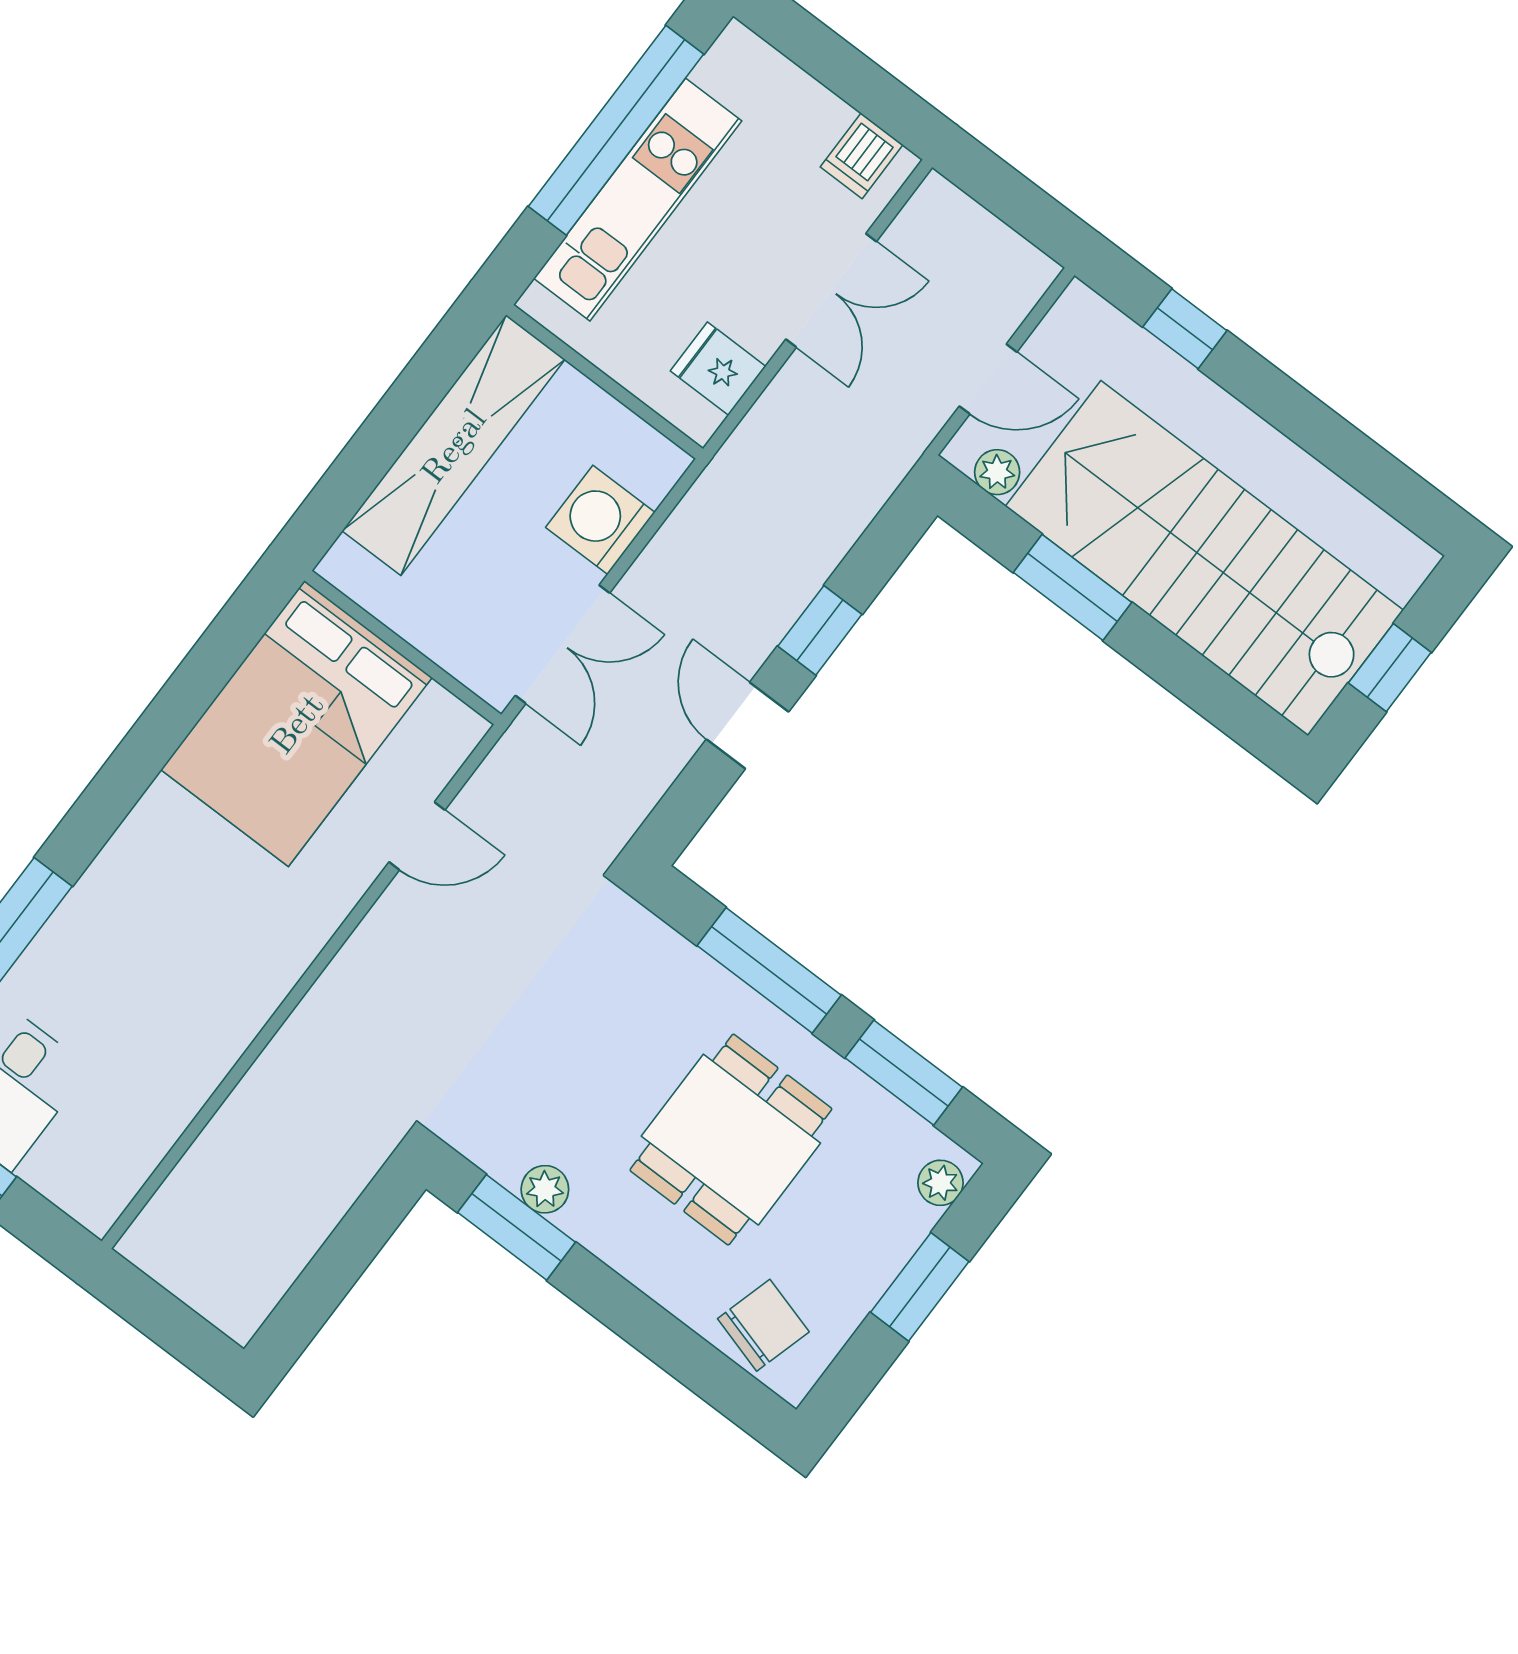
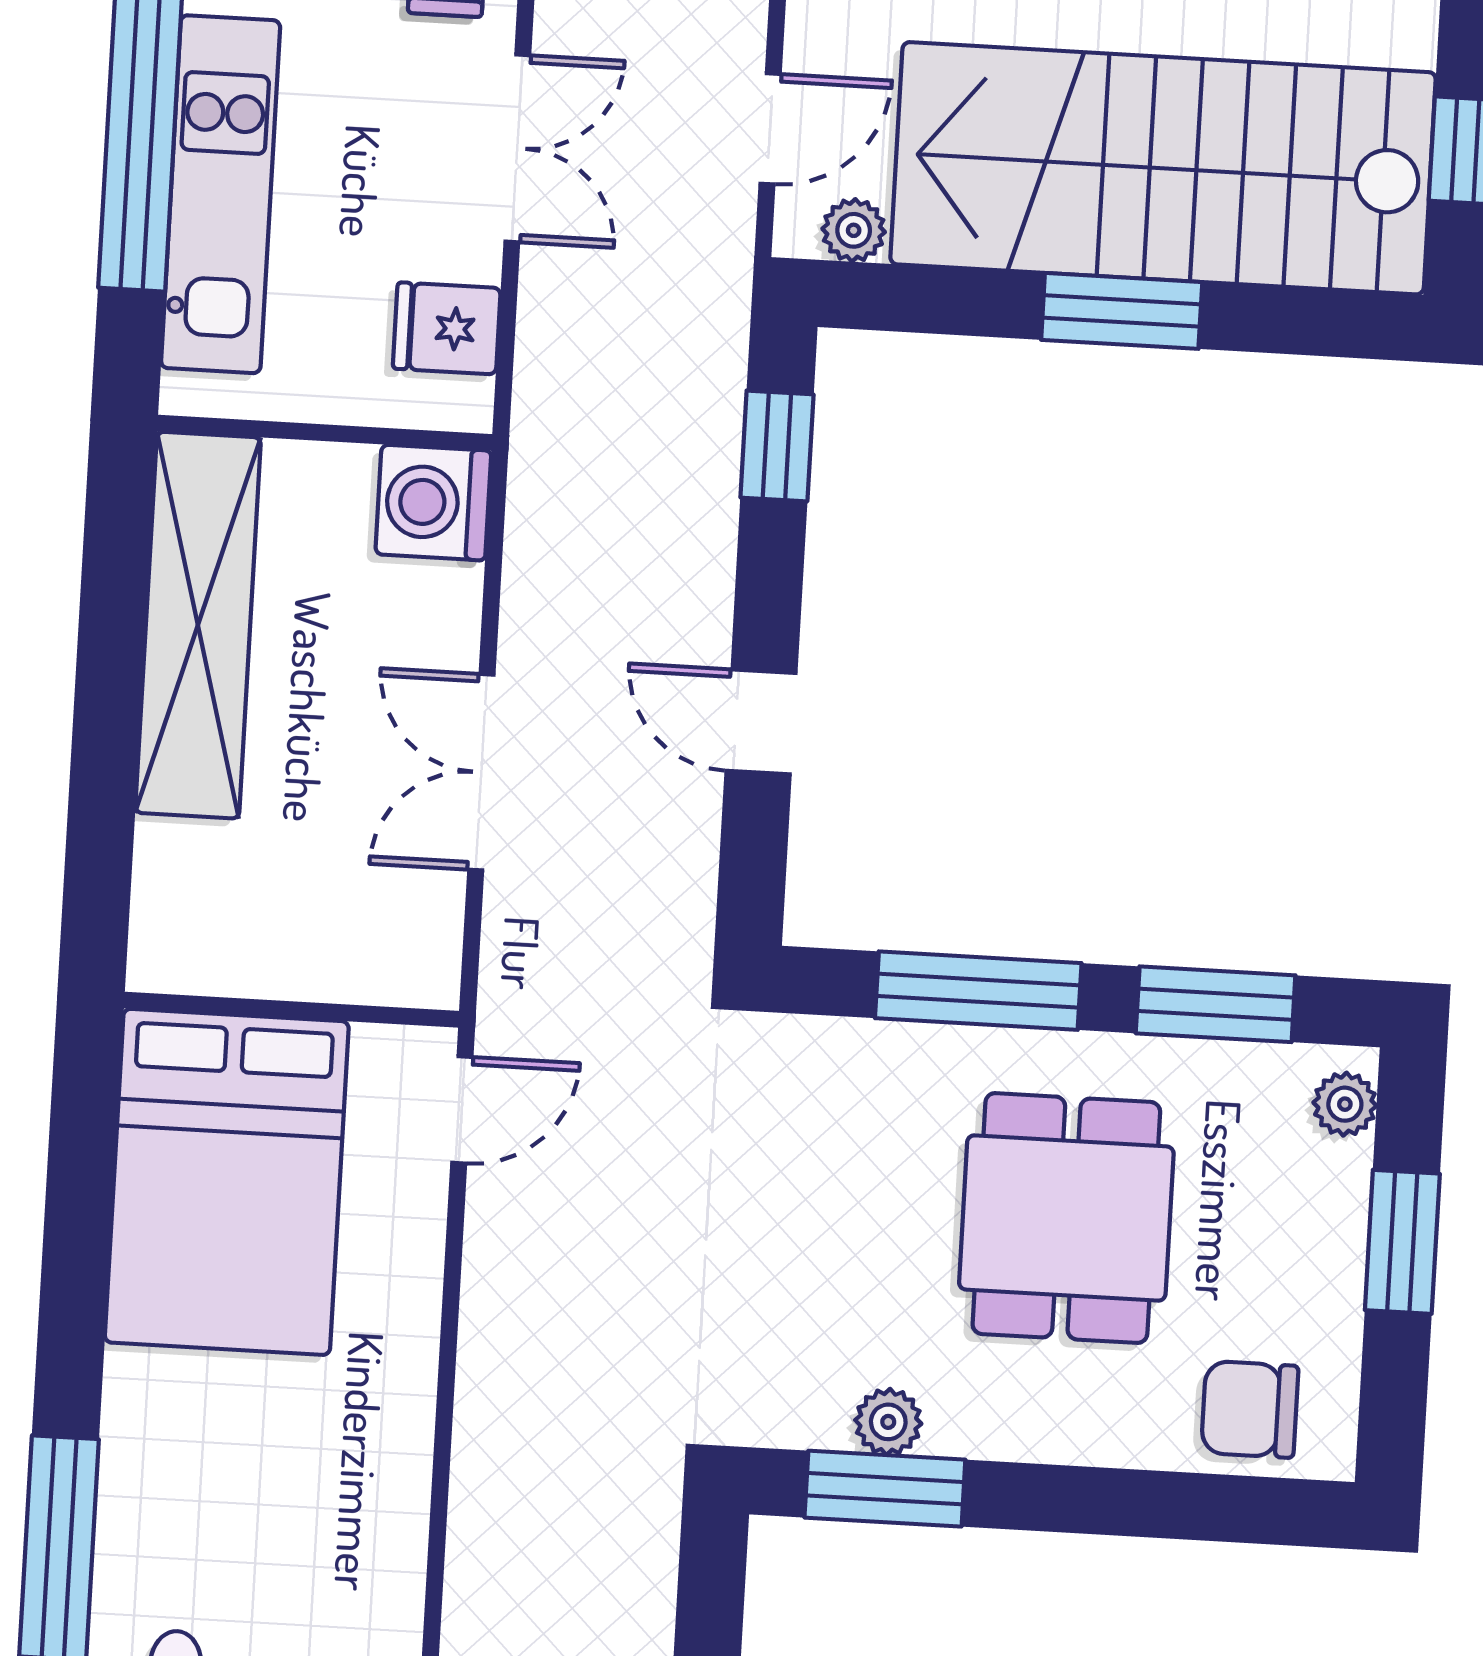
washing machine: (600, 520) -> (433, 503), moved
window: (1073, 587) -> (1122, 311), moved
window: (820, 630) -> (777, 446), moved
double door: (562, 644) -> (481, 772), swing flipped
wall: (403, 648) -> (291, 1010), moved
bed: (296, 723) -> (227, 1182), moved
chair: (763, 1325) -> (1250, 1409), turned -106

